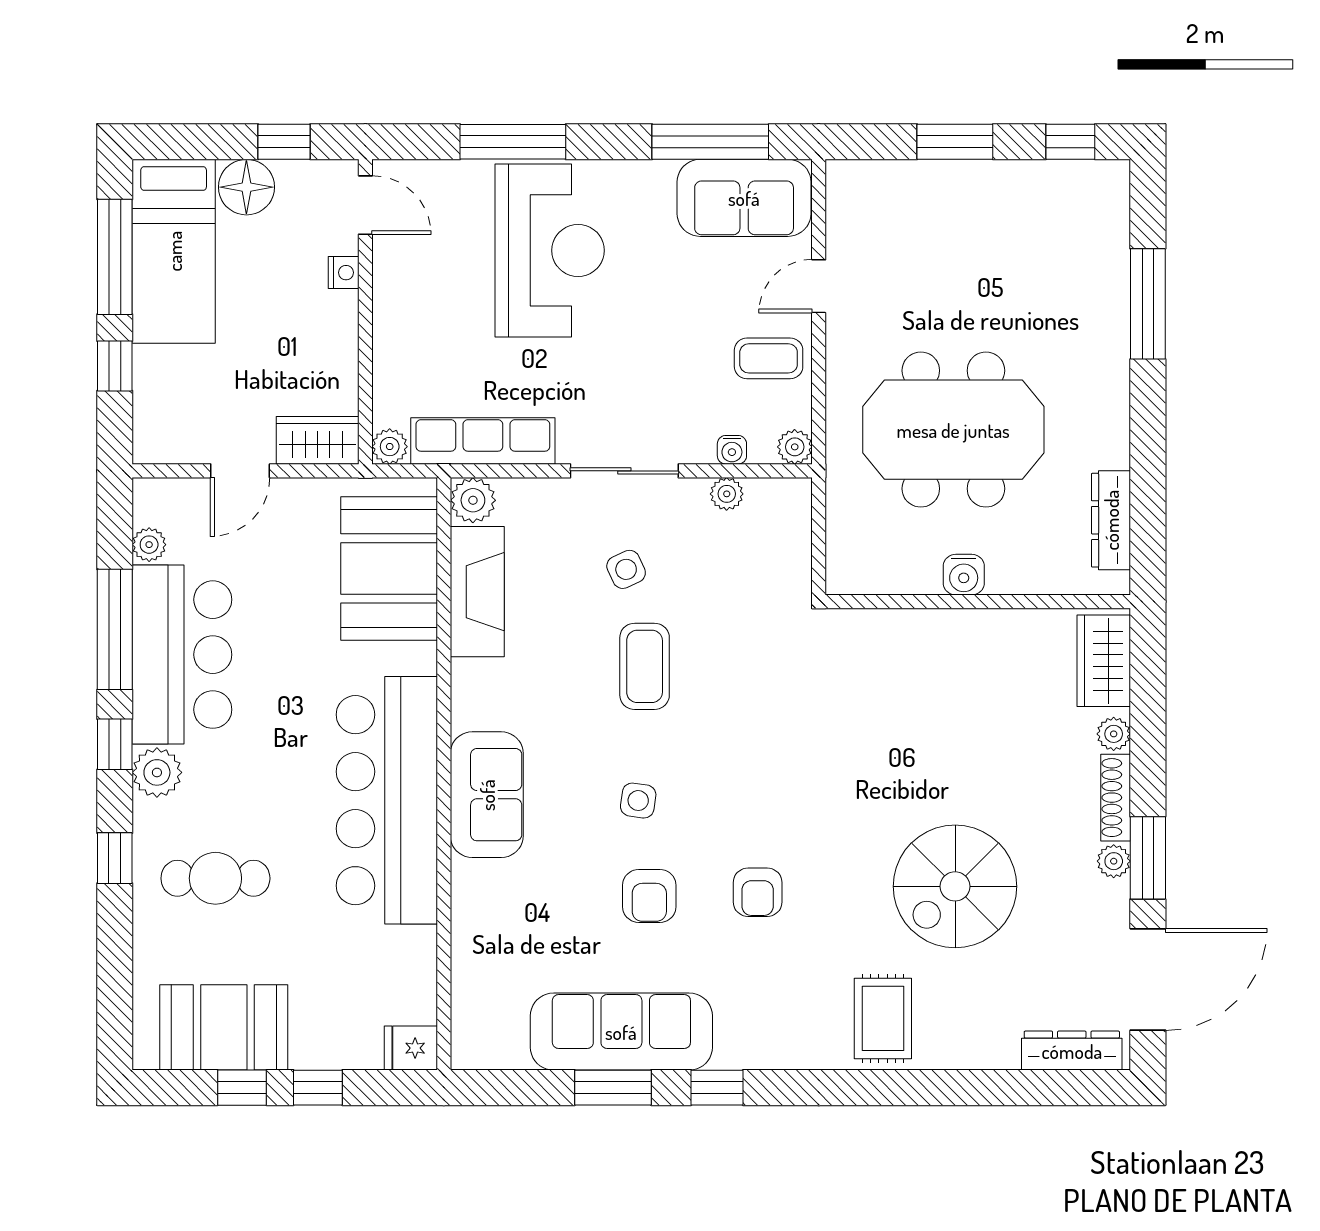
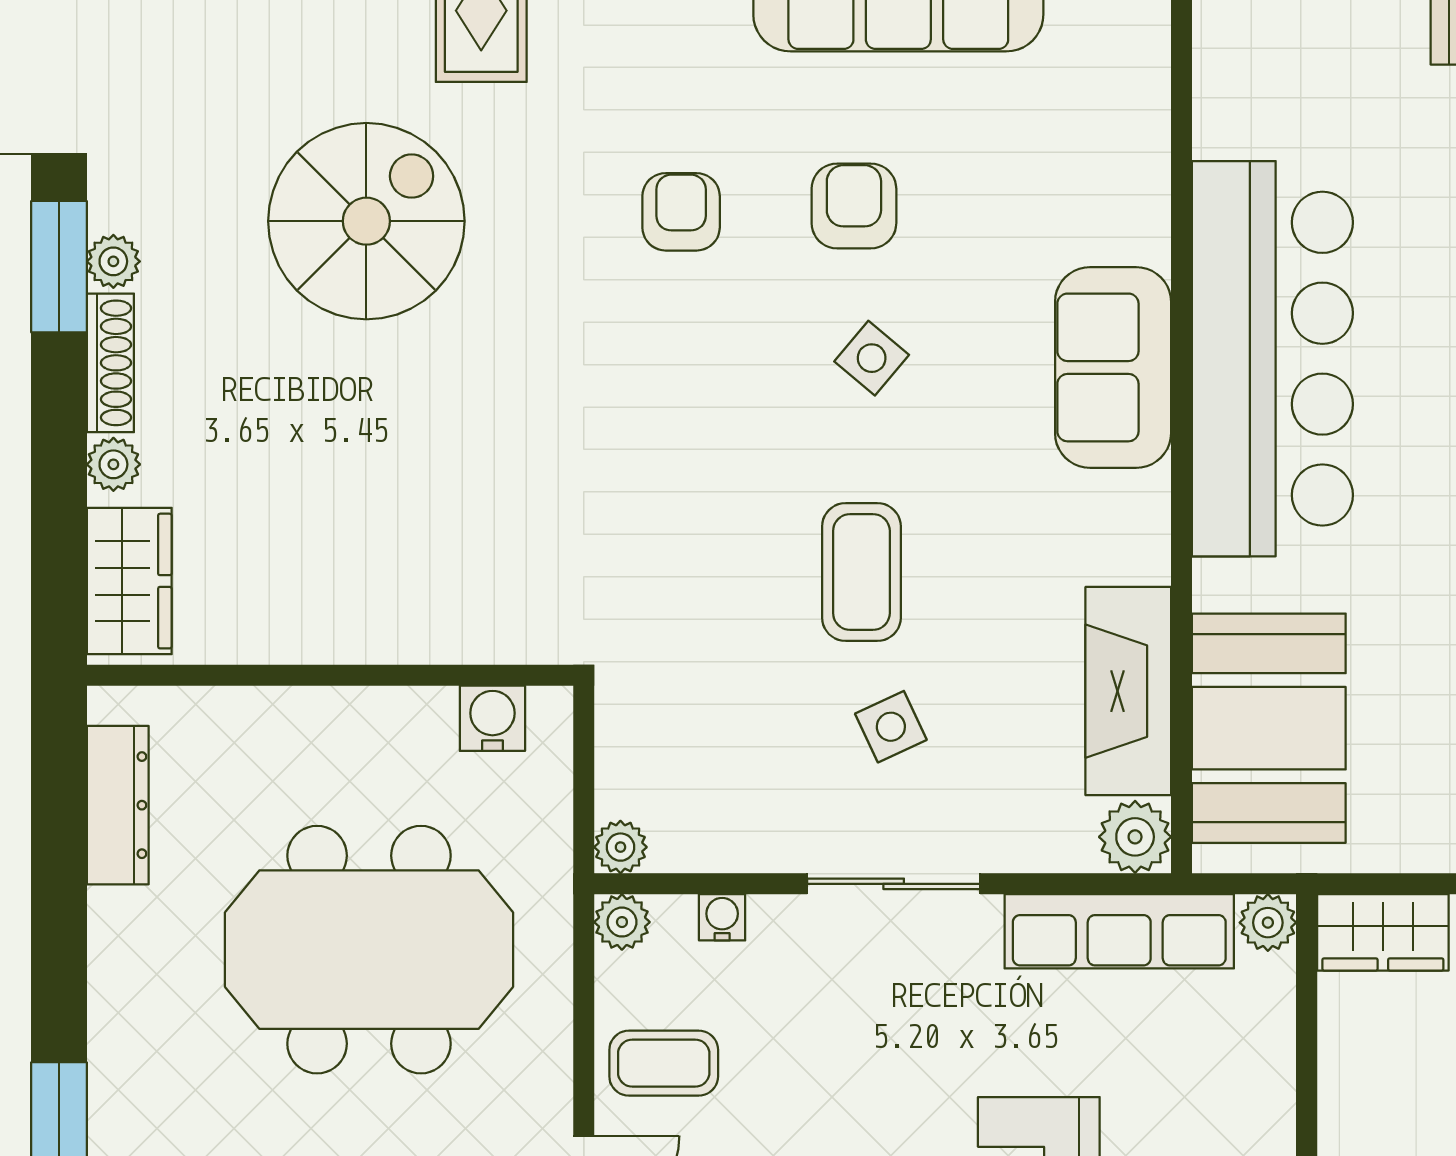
plant: (727, 494) -> (620, 847), moved
water cooler: (964, 575) -> (492, 718), moved
side table: (638, 801) -> (872, 358), turned 32

